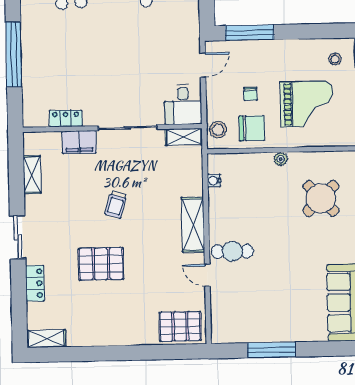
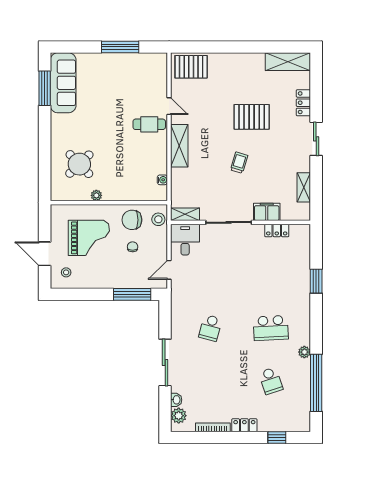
window: (14, 54) -> (316, 281), width x0.47
grand piano: (307, 104) -> (89, 238), turned 180
plant: (281, 159) -> (96, 195), moved
shelving: (46, 339) -> (288, 62), width x1.50, depth x1.33

